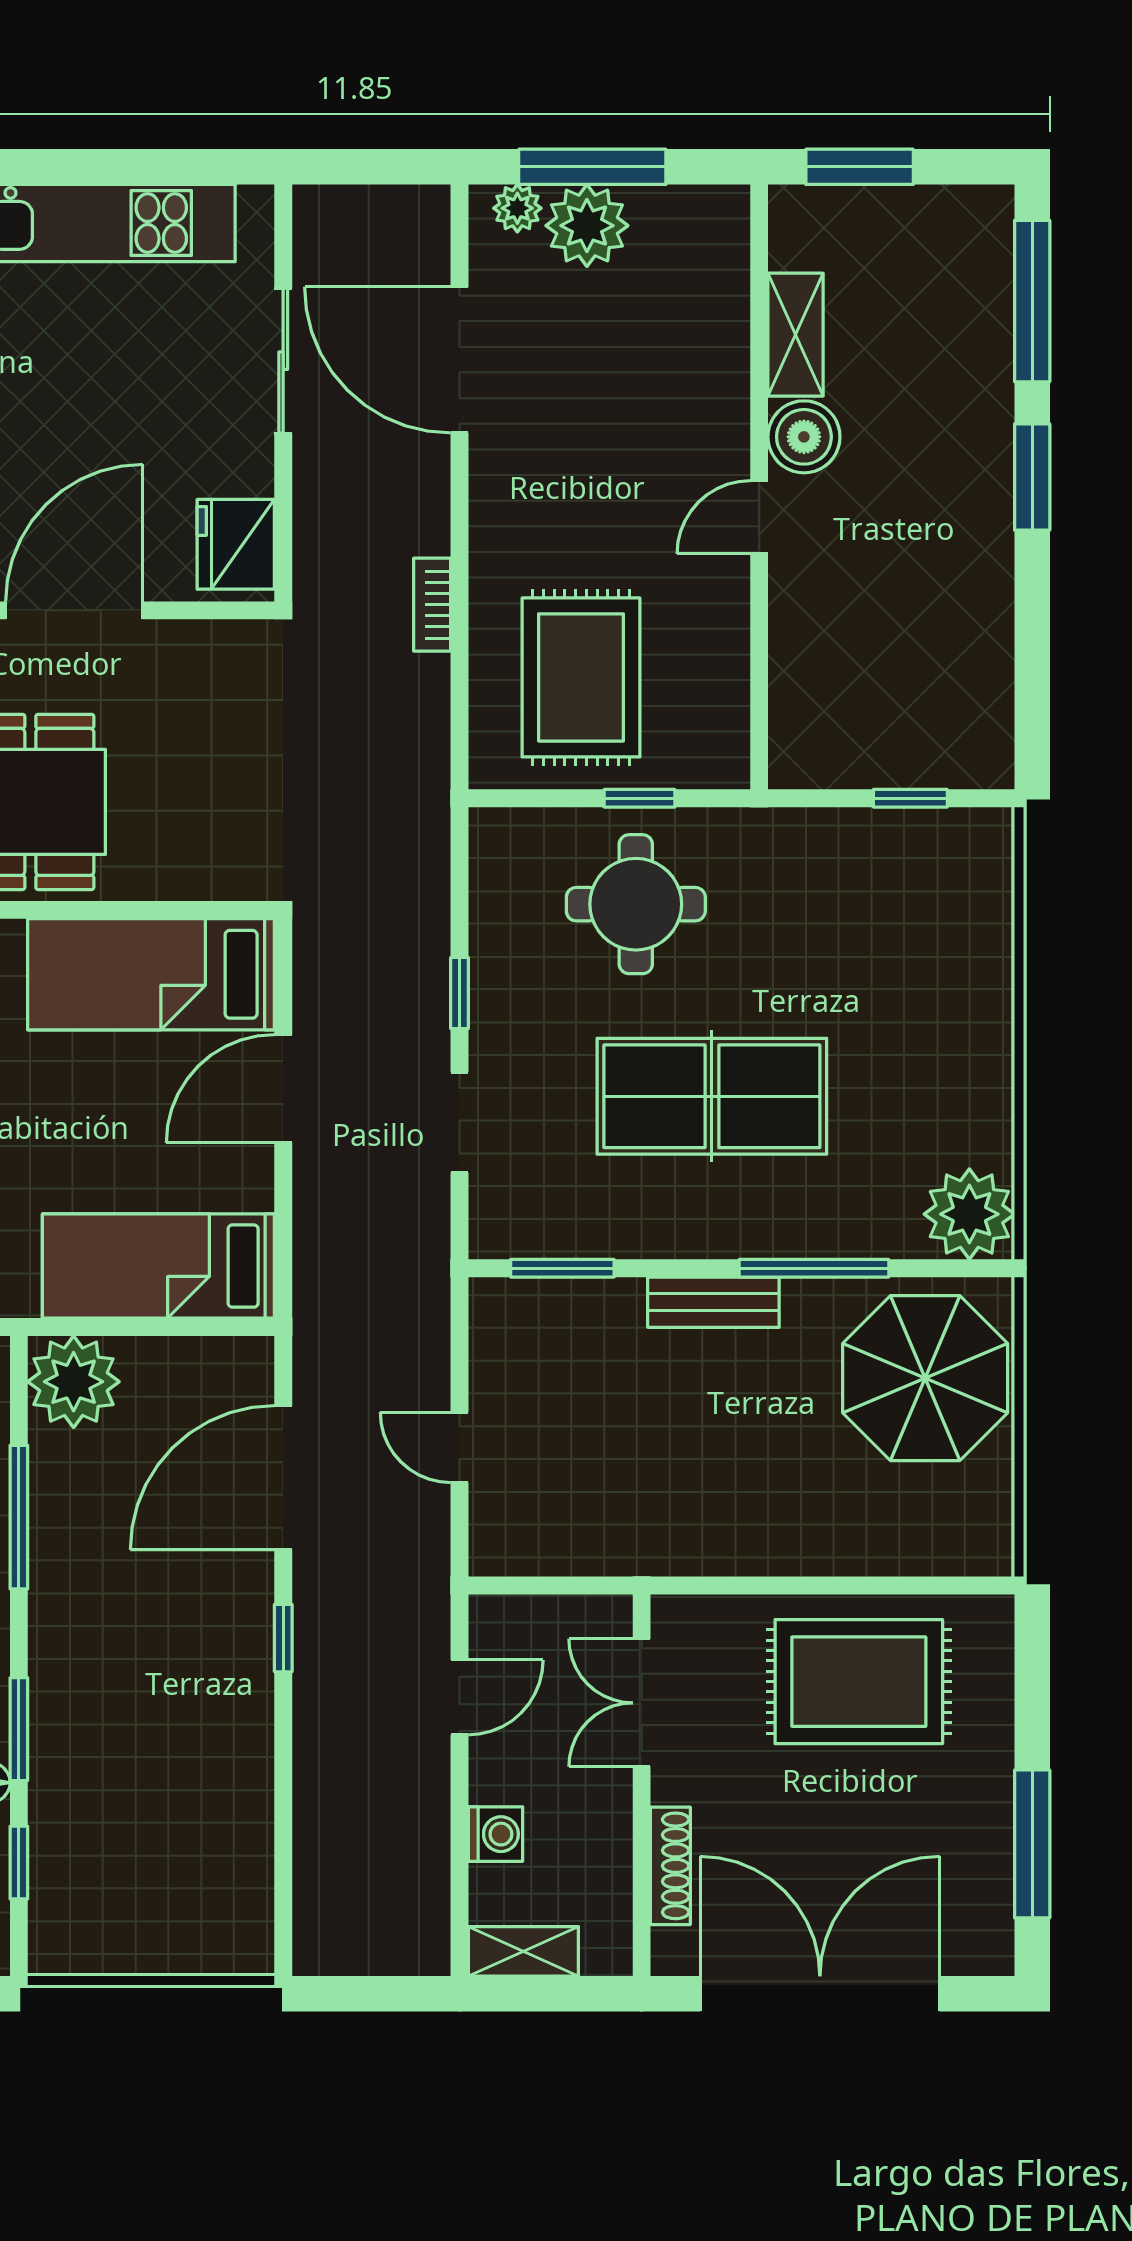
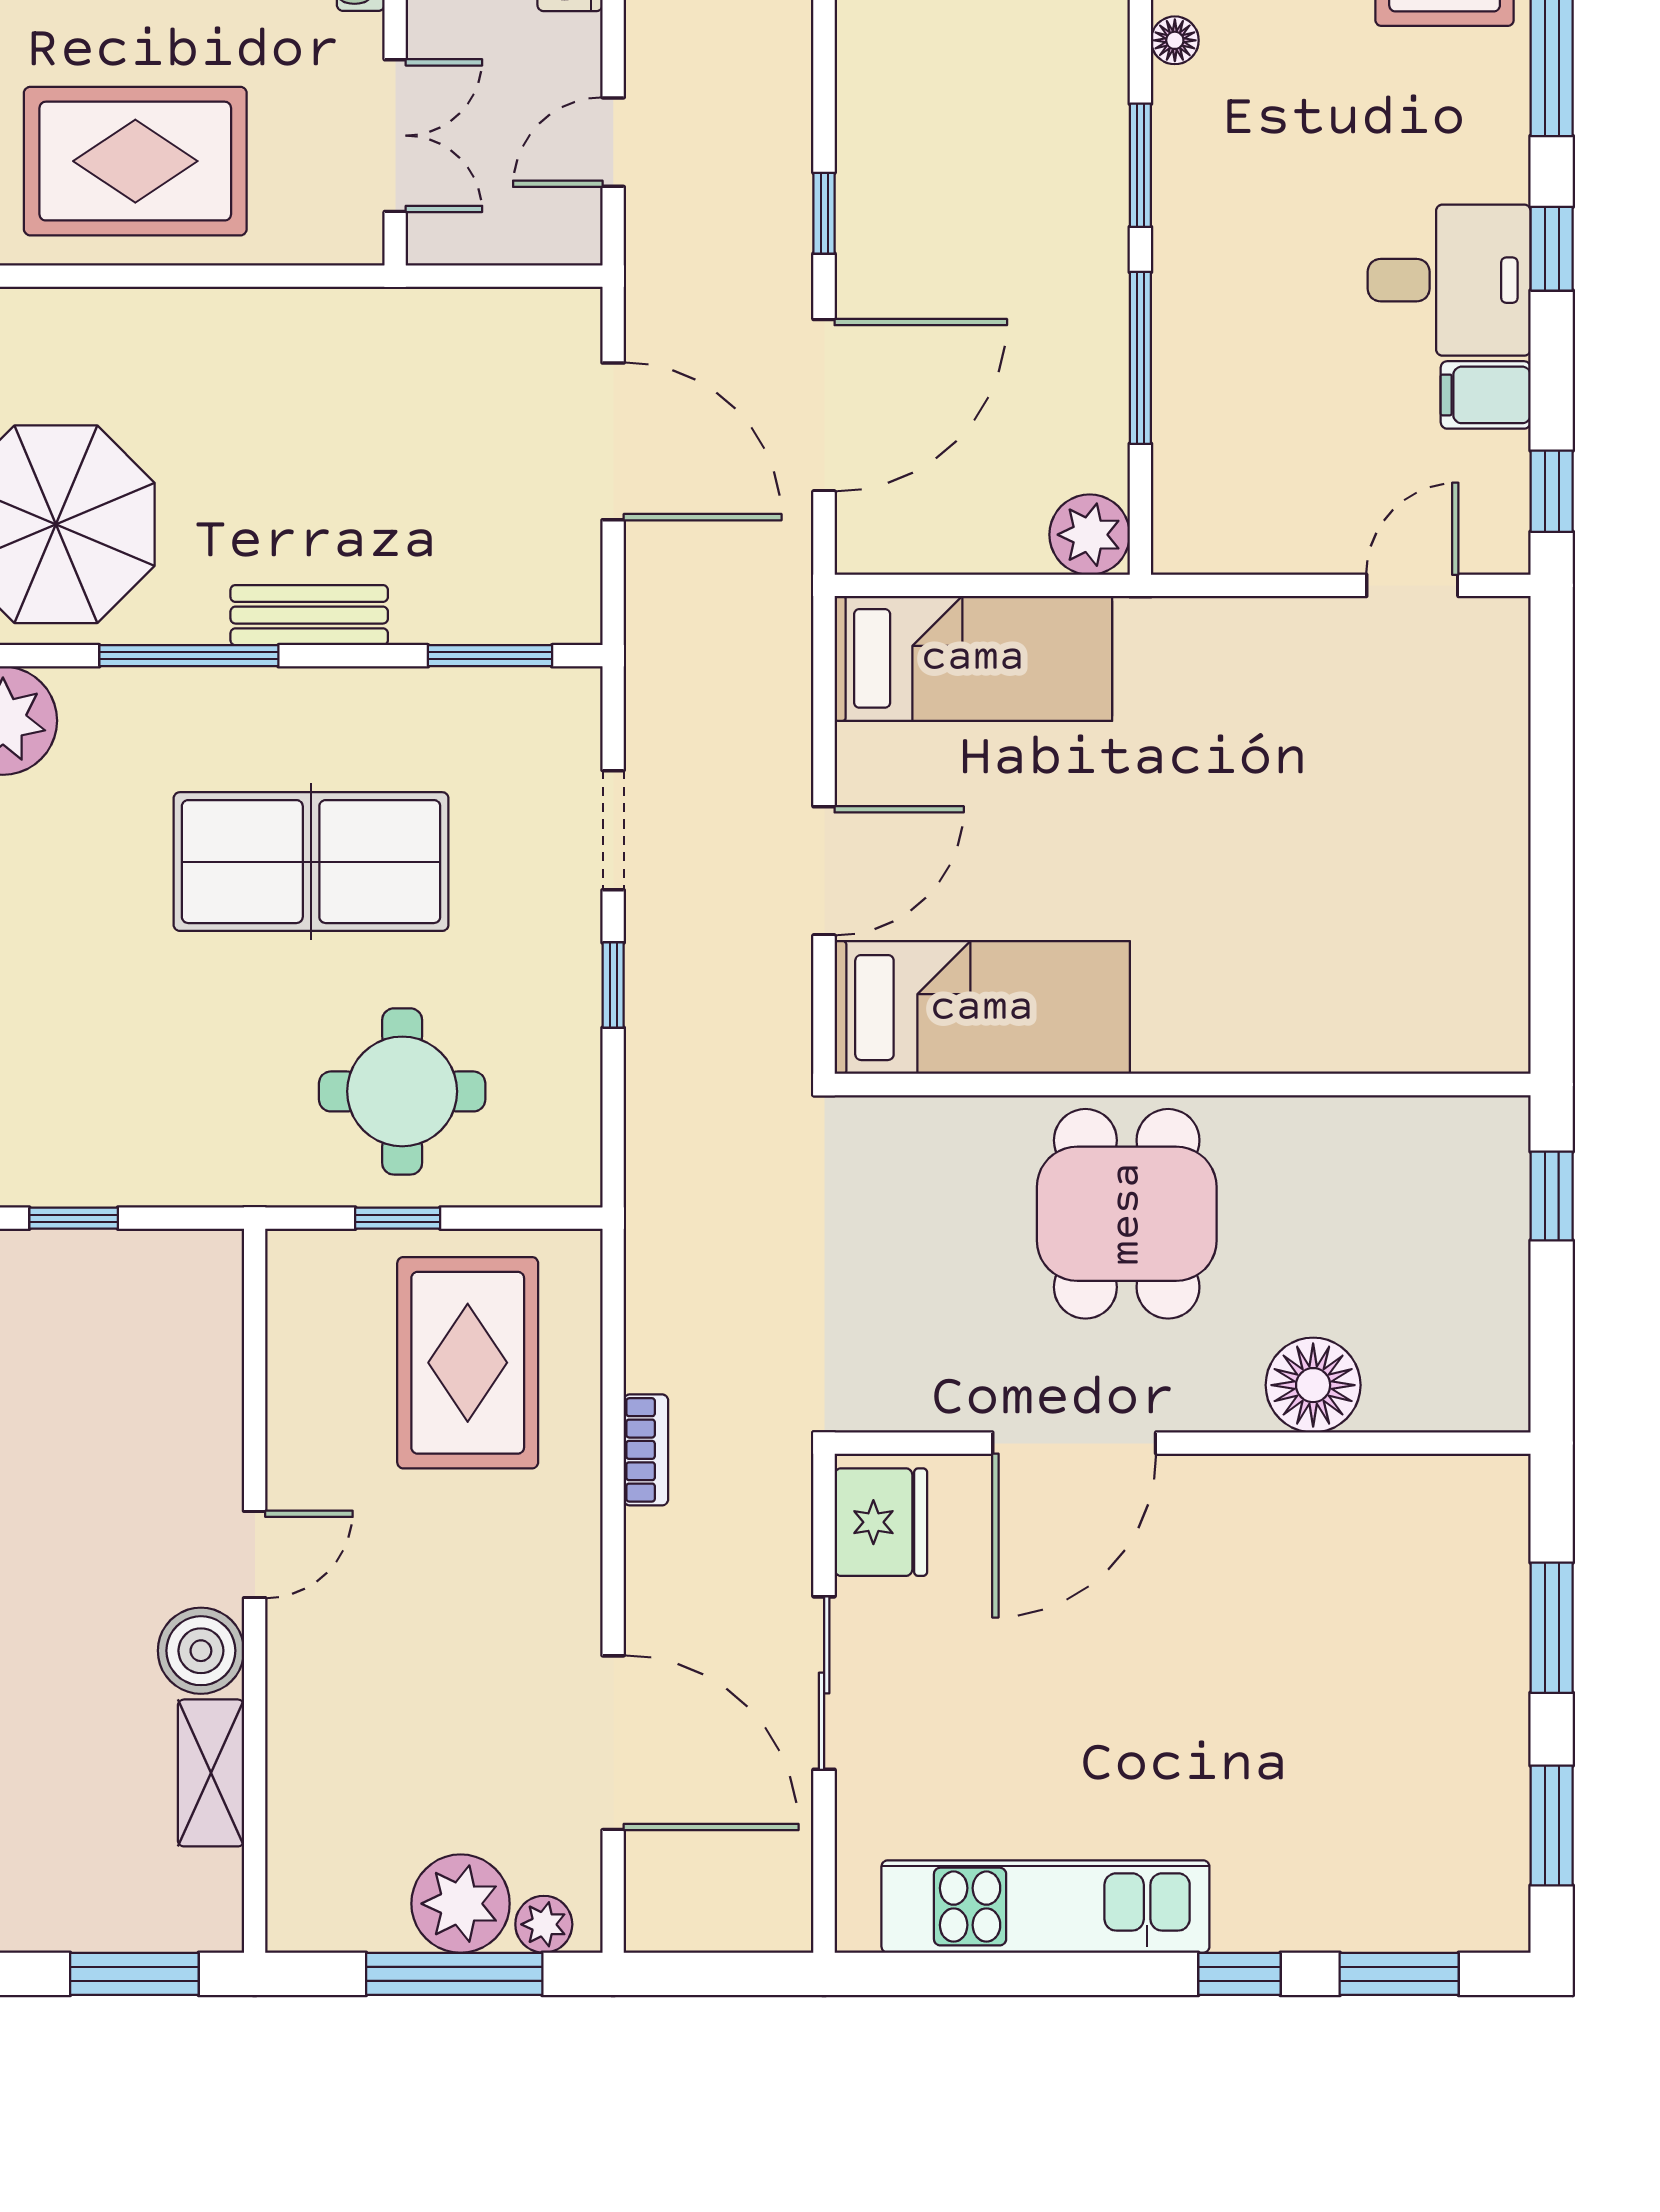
sliding door: (283, 361) -> (824, 1683), moved
plant: (74, 1382) -> (1090, 535), width x0.73, depth x0.73
door: (459, 1447) -> (613, 441), width x1.87
window: (19, 1729) -> (1140, 165), moved

